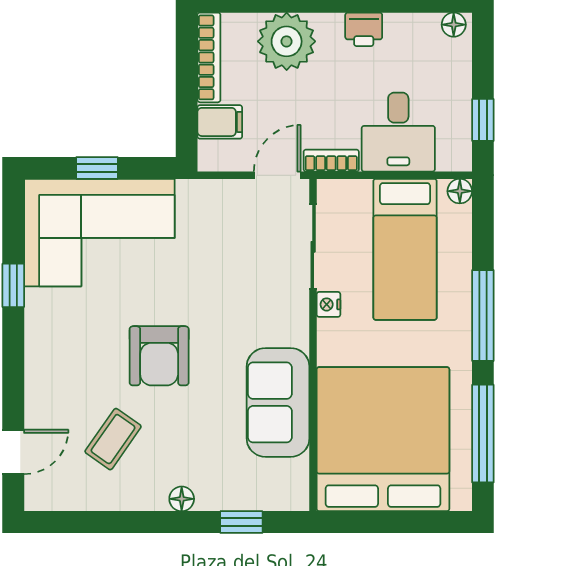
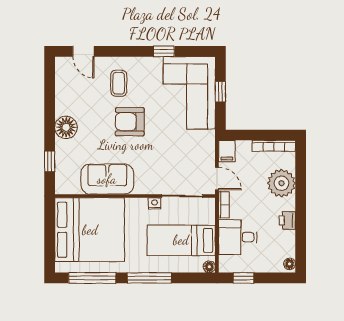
filing cabinet: (220, 122) -> (227, 151), moved
coffee table: (113, 439) -> (119, 83), moved, turned 55
floor lamp: (182, 499) -> (66, 127), width x1.89, depth x1.89

